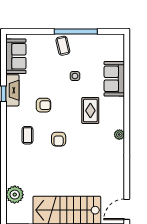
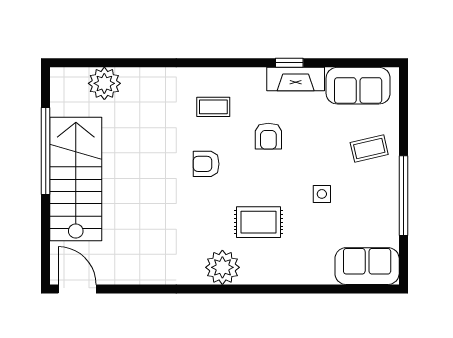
coffee table: (63, 46) -> (369, 148), moved
sofa: (114, 79) -> (367, 266), moved
plant: (119, 135) -> (222, 267), width x1.88, depth x1.88

